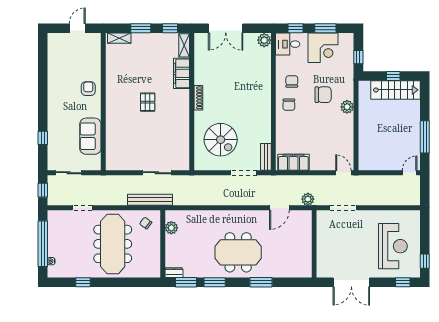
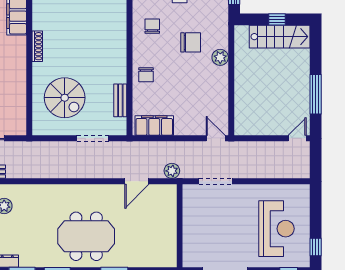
chair: (289, 105) -> (146, 75), moved
bench: (266, 157) -> (120, 100), moved

